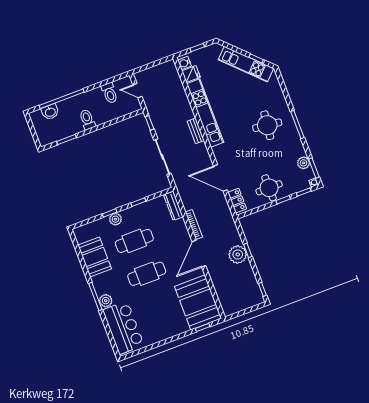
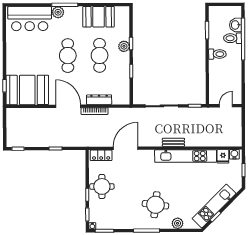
toilet: (110, 93) -> (233, 38), moved
plant: (303, 163) -> (178, 223), moved
dresser: (173, 206) -> (99, 100), moved
plant: (238, 255) -> (55, 139), removed

